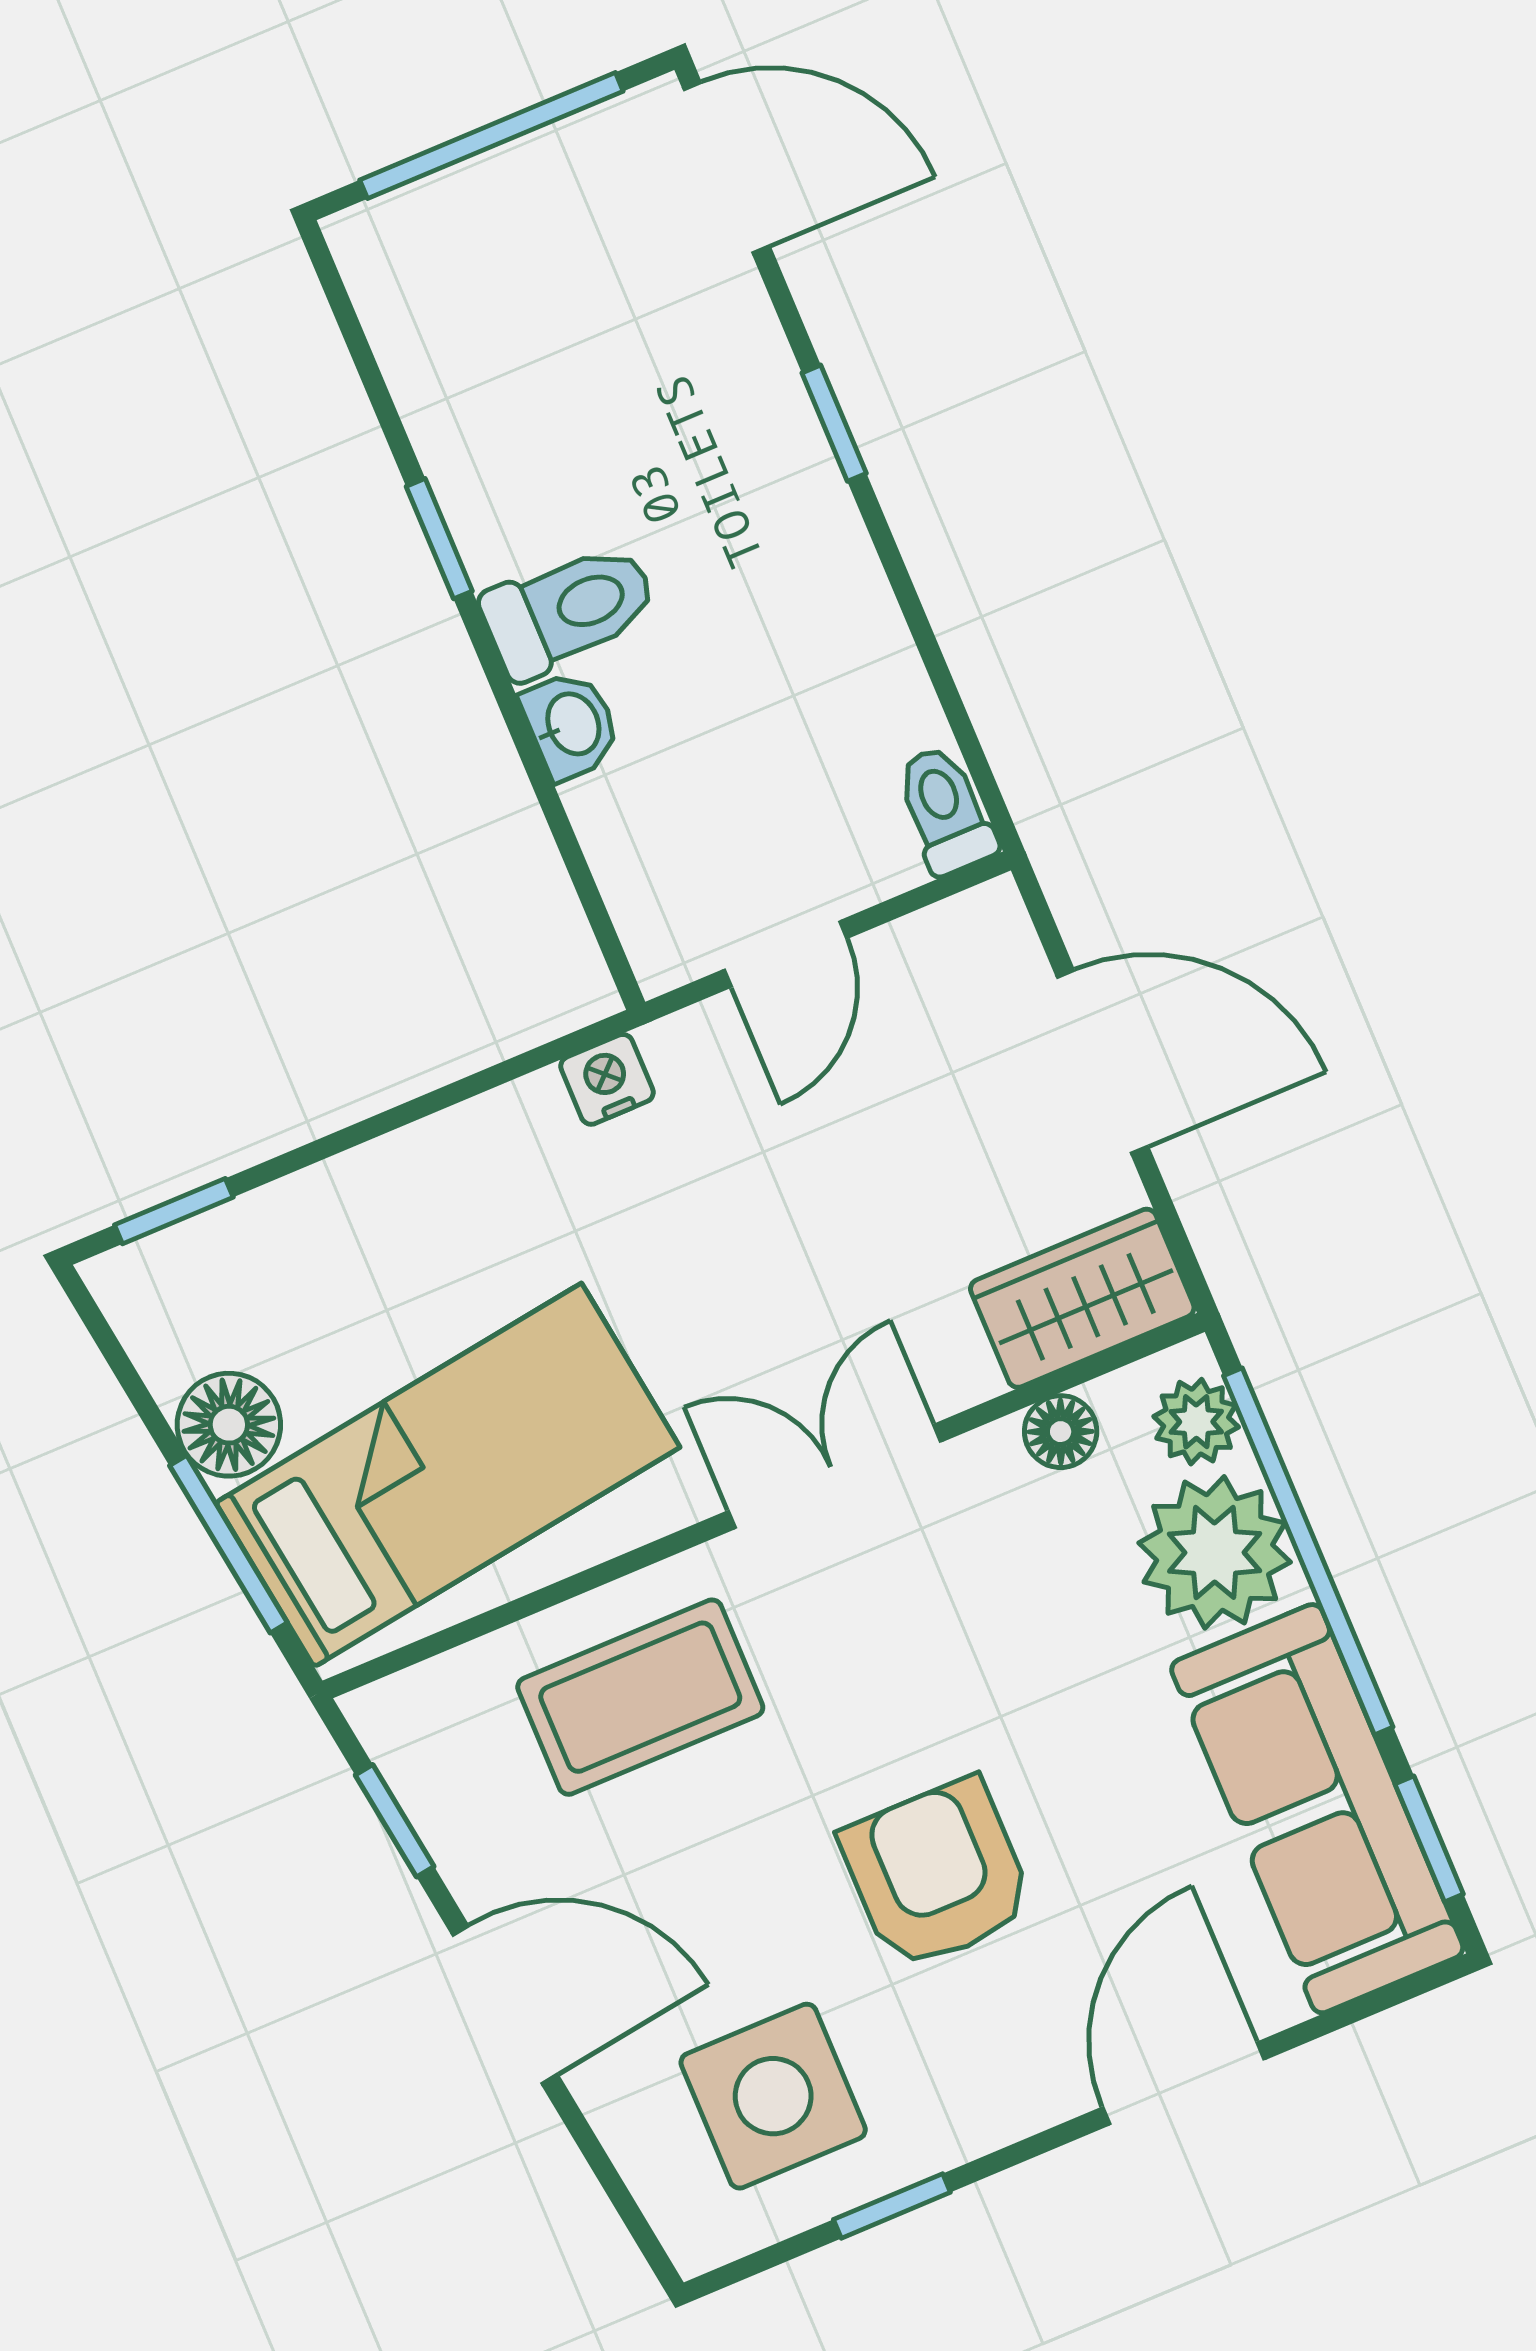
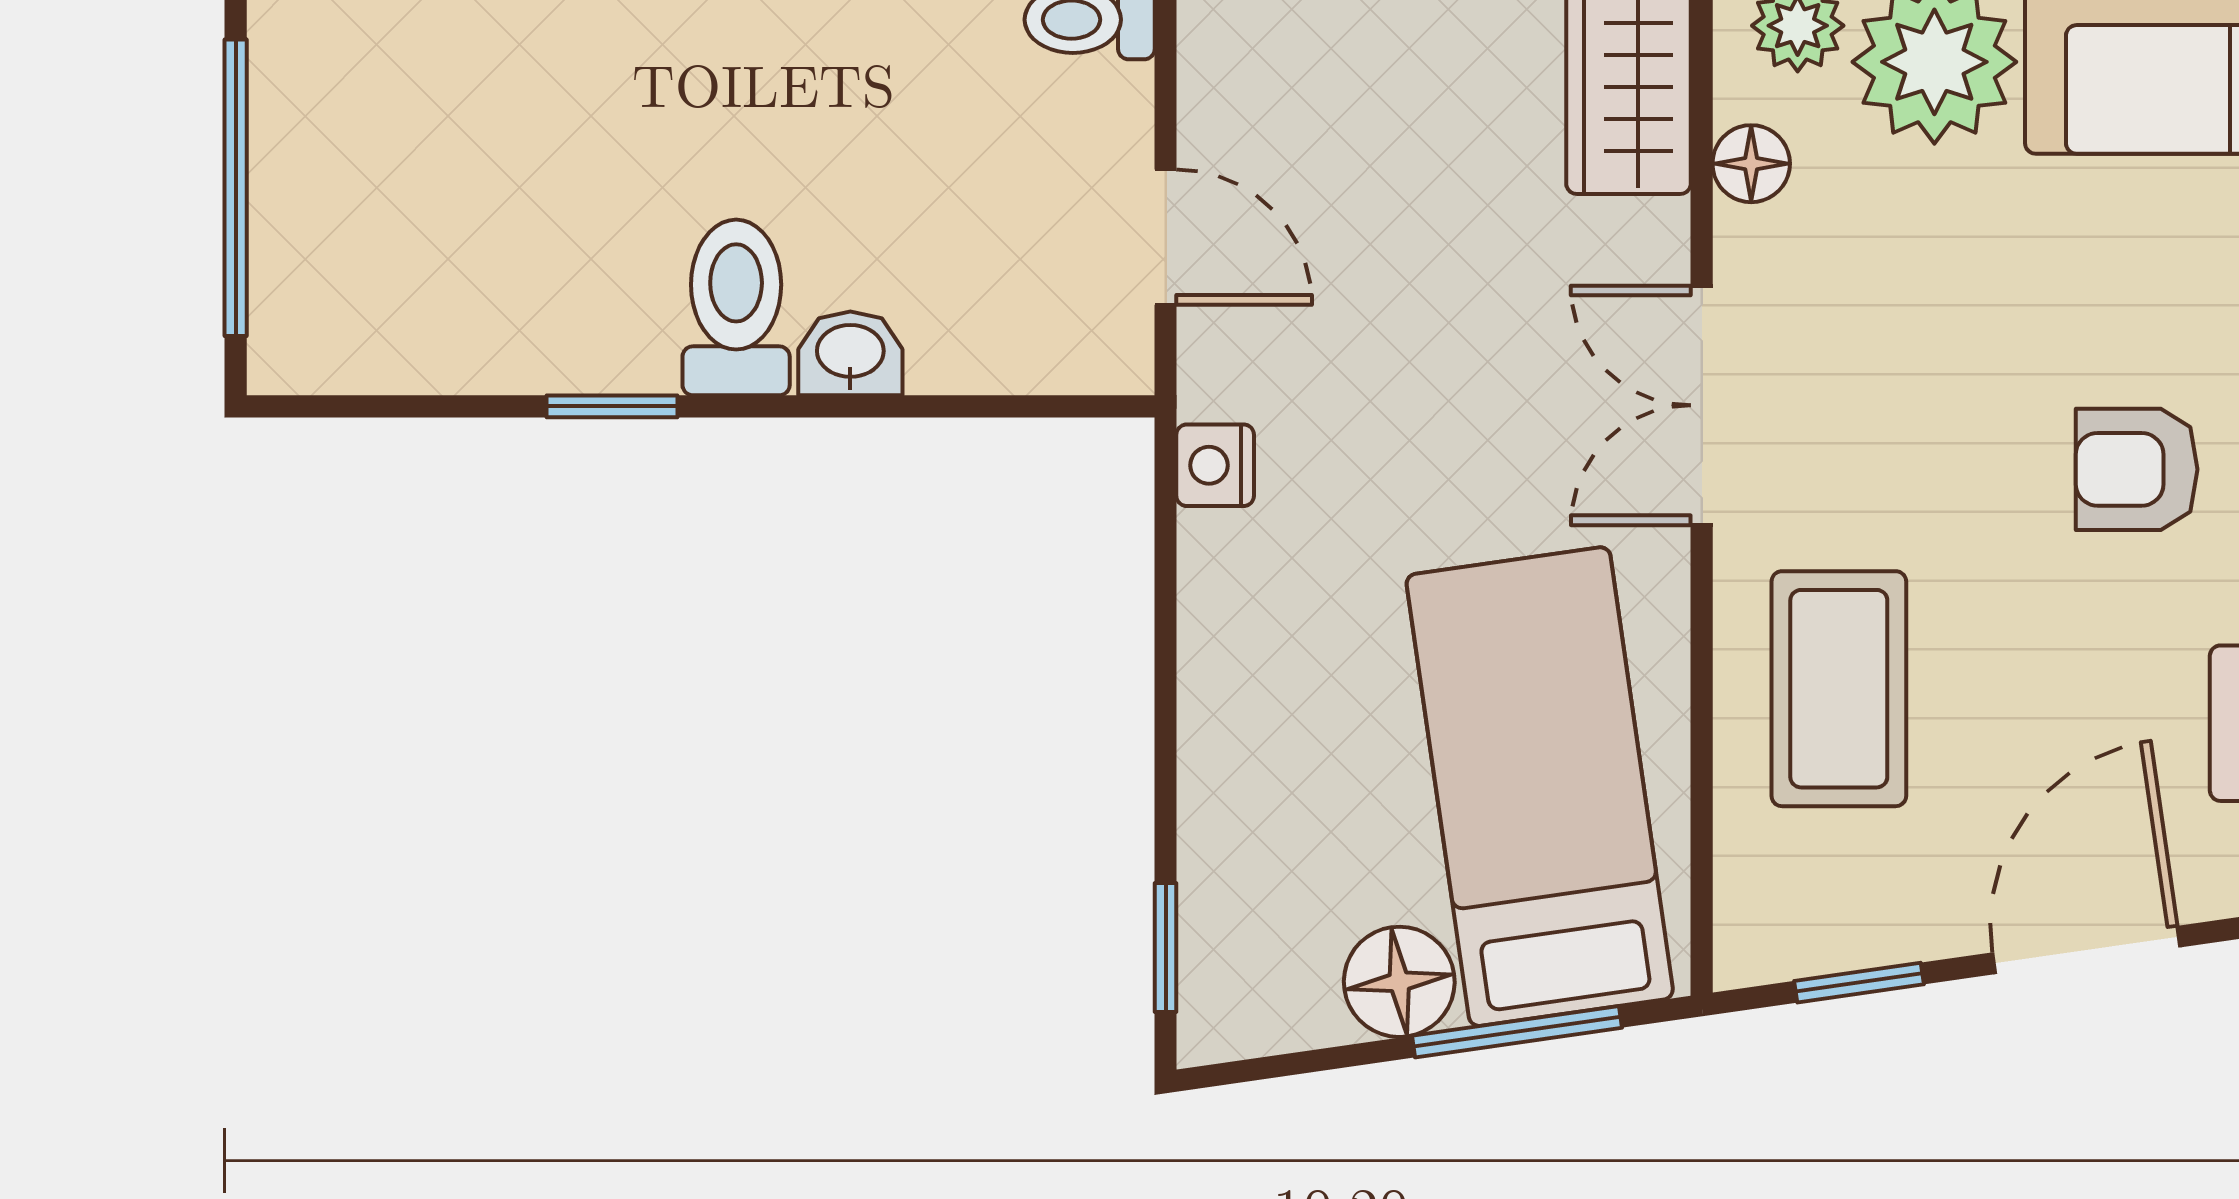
armchair: (937, 1874) -> (2137, 469), width x0.72, depth x0.72

